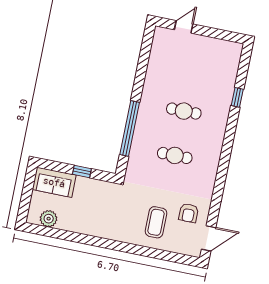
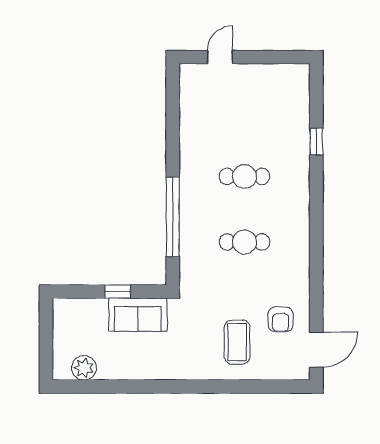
sofa: (54, 182) -> (138, 315), moved

